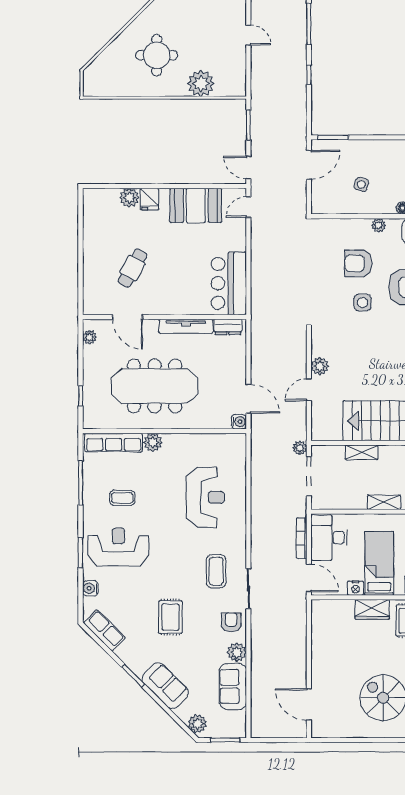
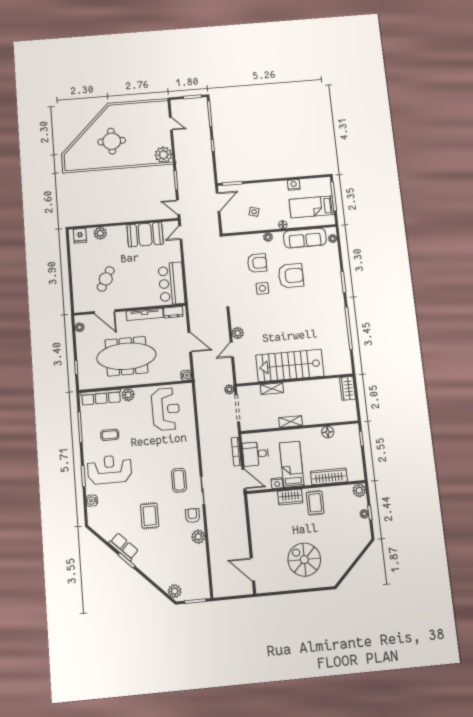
plant: (201, 84) -> (163, 155), moved
fridge: (150, 199) -> (80, 236), moved
armchair: (358, 263) -> (257, 263), turned 180
door: (248, 399) -> (190, 342), moved
reception desk: (205, 497) -> (166, 409), moved
desk: (329, 538) -> (256, 454), width x0.73
row of seats: (104, 630) -> (124, 547), moved
sofa: (165, 686) -> (150, 566), removed
sofa: (233, 687) -> (198, 562), removed

